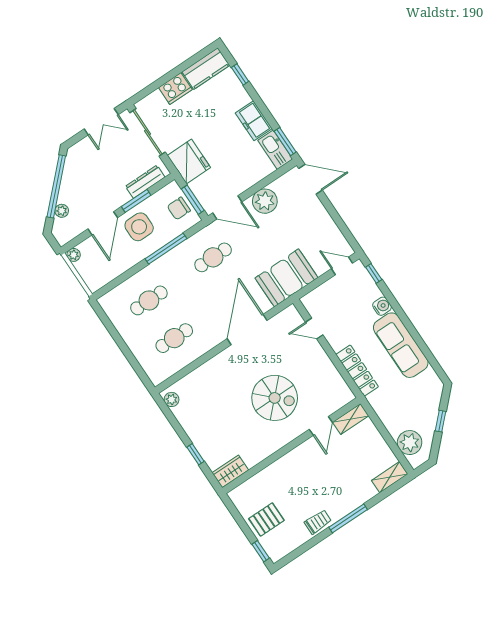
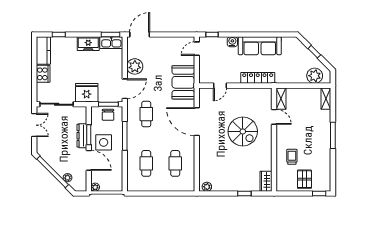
dresser: (145, 182) -> (82, 136), moved
spiral stairs: (275, 398) -> (243, 131), turned 90
trolley: (318, 522) -> (292, 157), moved

